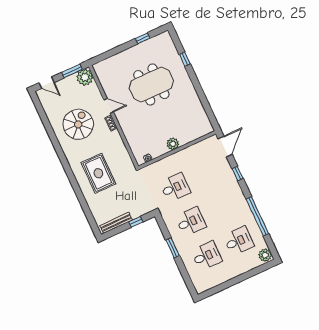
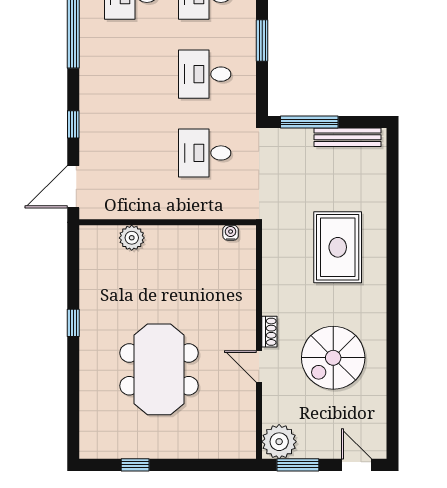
window: (185, 59) -> (73, 323), moved
meeting table: (151, 85) -> (159, 369), turned 90
plant: (173, 144) -> (132, 238), moved
window: (136, 222) -> (309, 122), width x2.17

